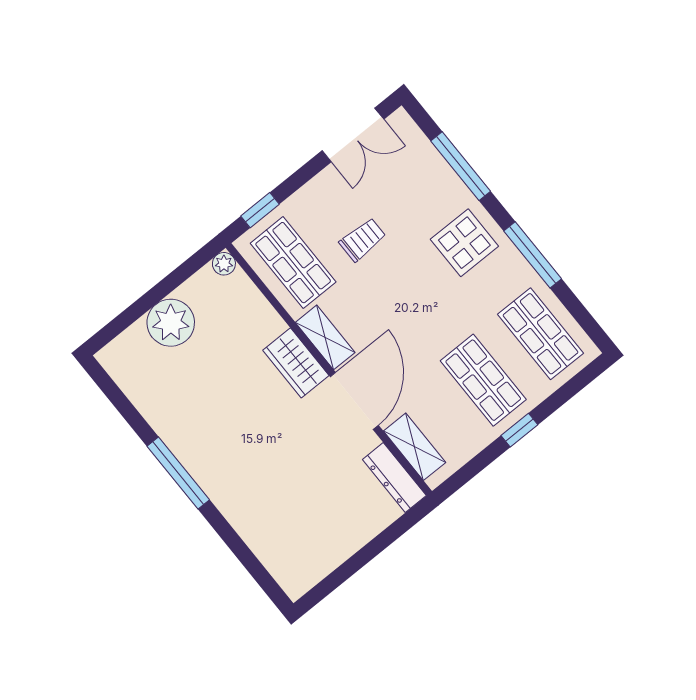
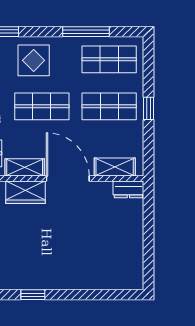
window: (533, 255) -> (86, 32), moved
shop shelf: (417, 298) -> (42, 106), added
window: (178, 473) -> (33, 295), width x0.46
dresser: (394, 477) -> (128, 189), width x0.70

